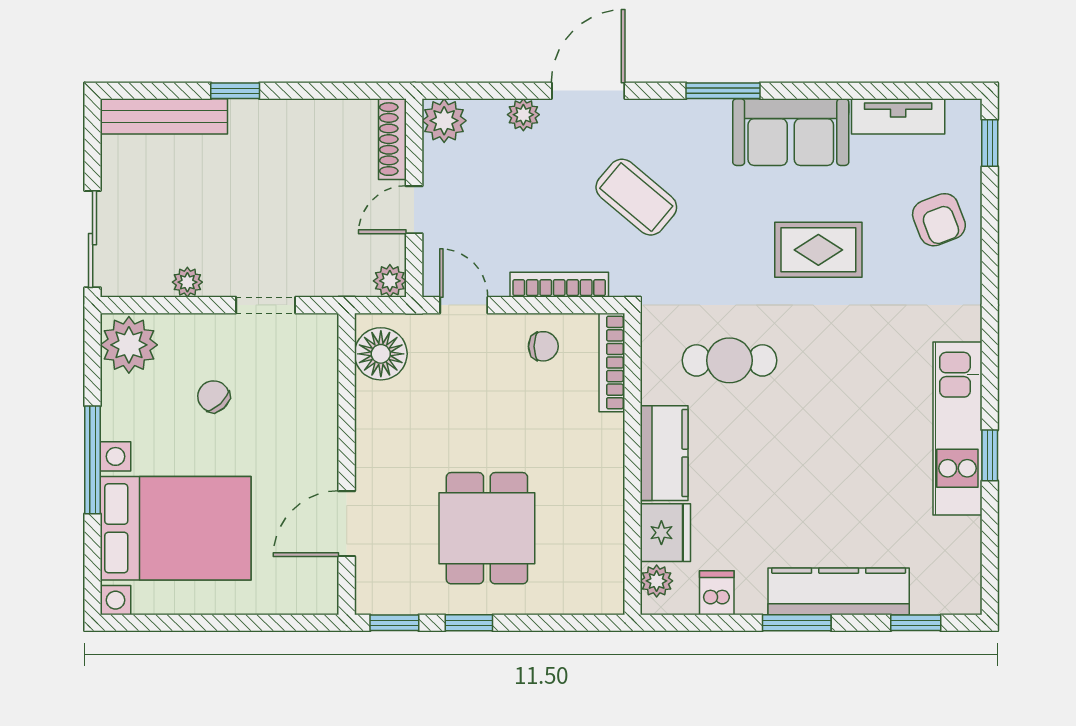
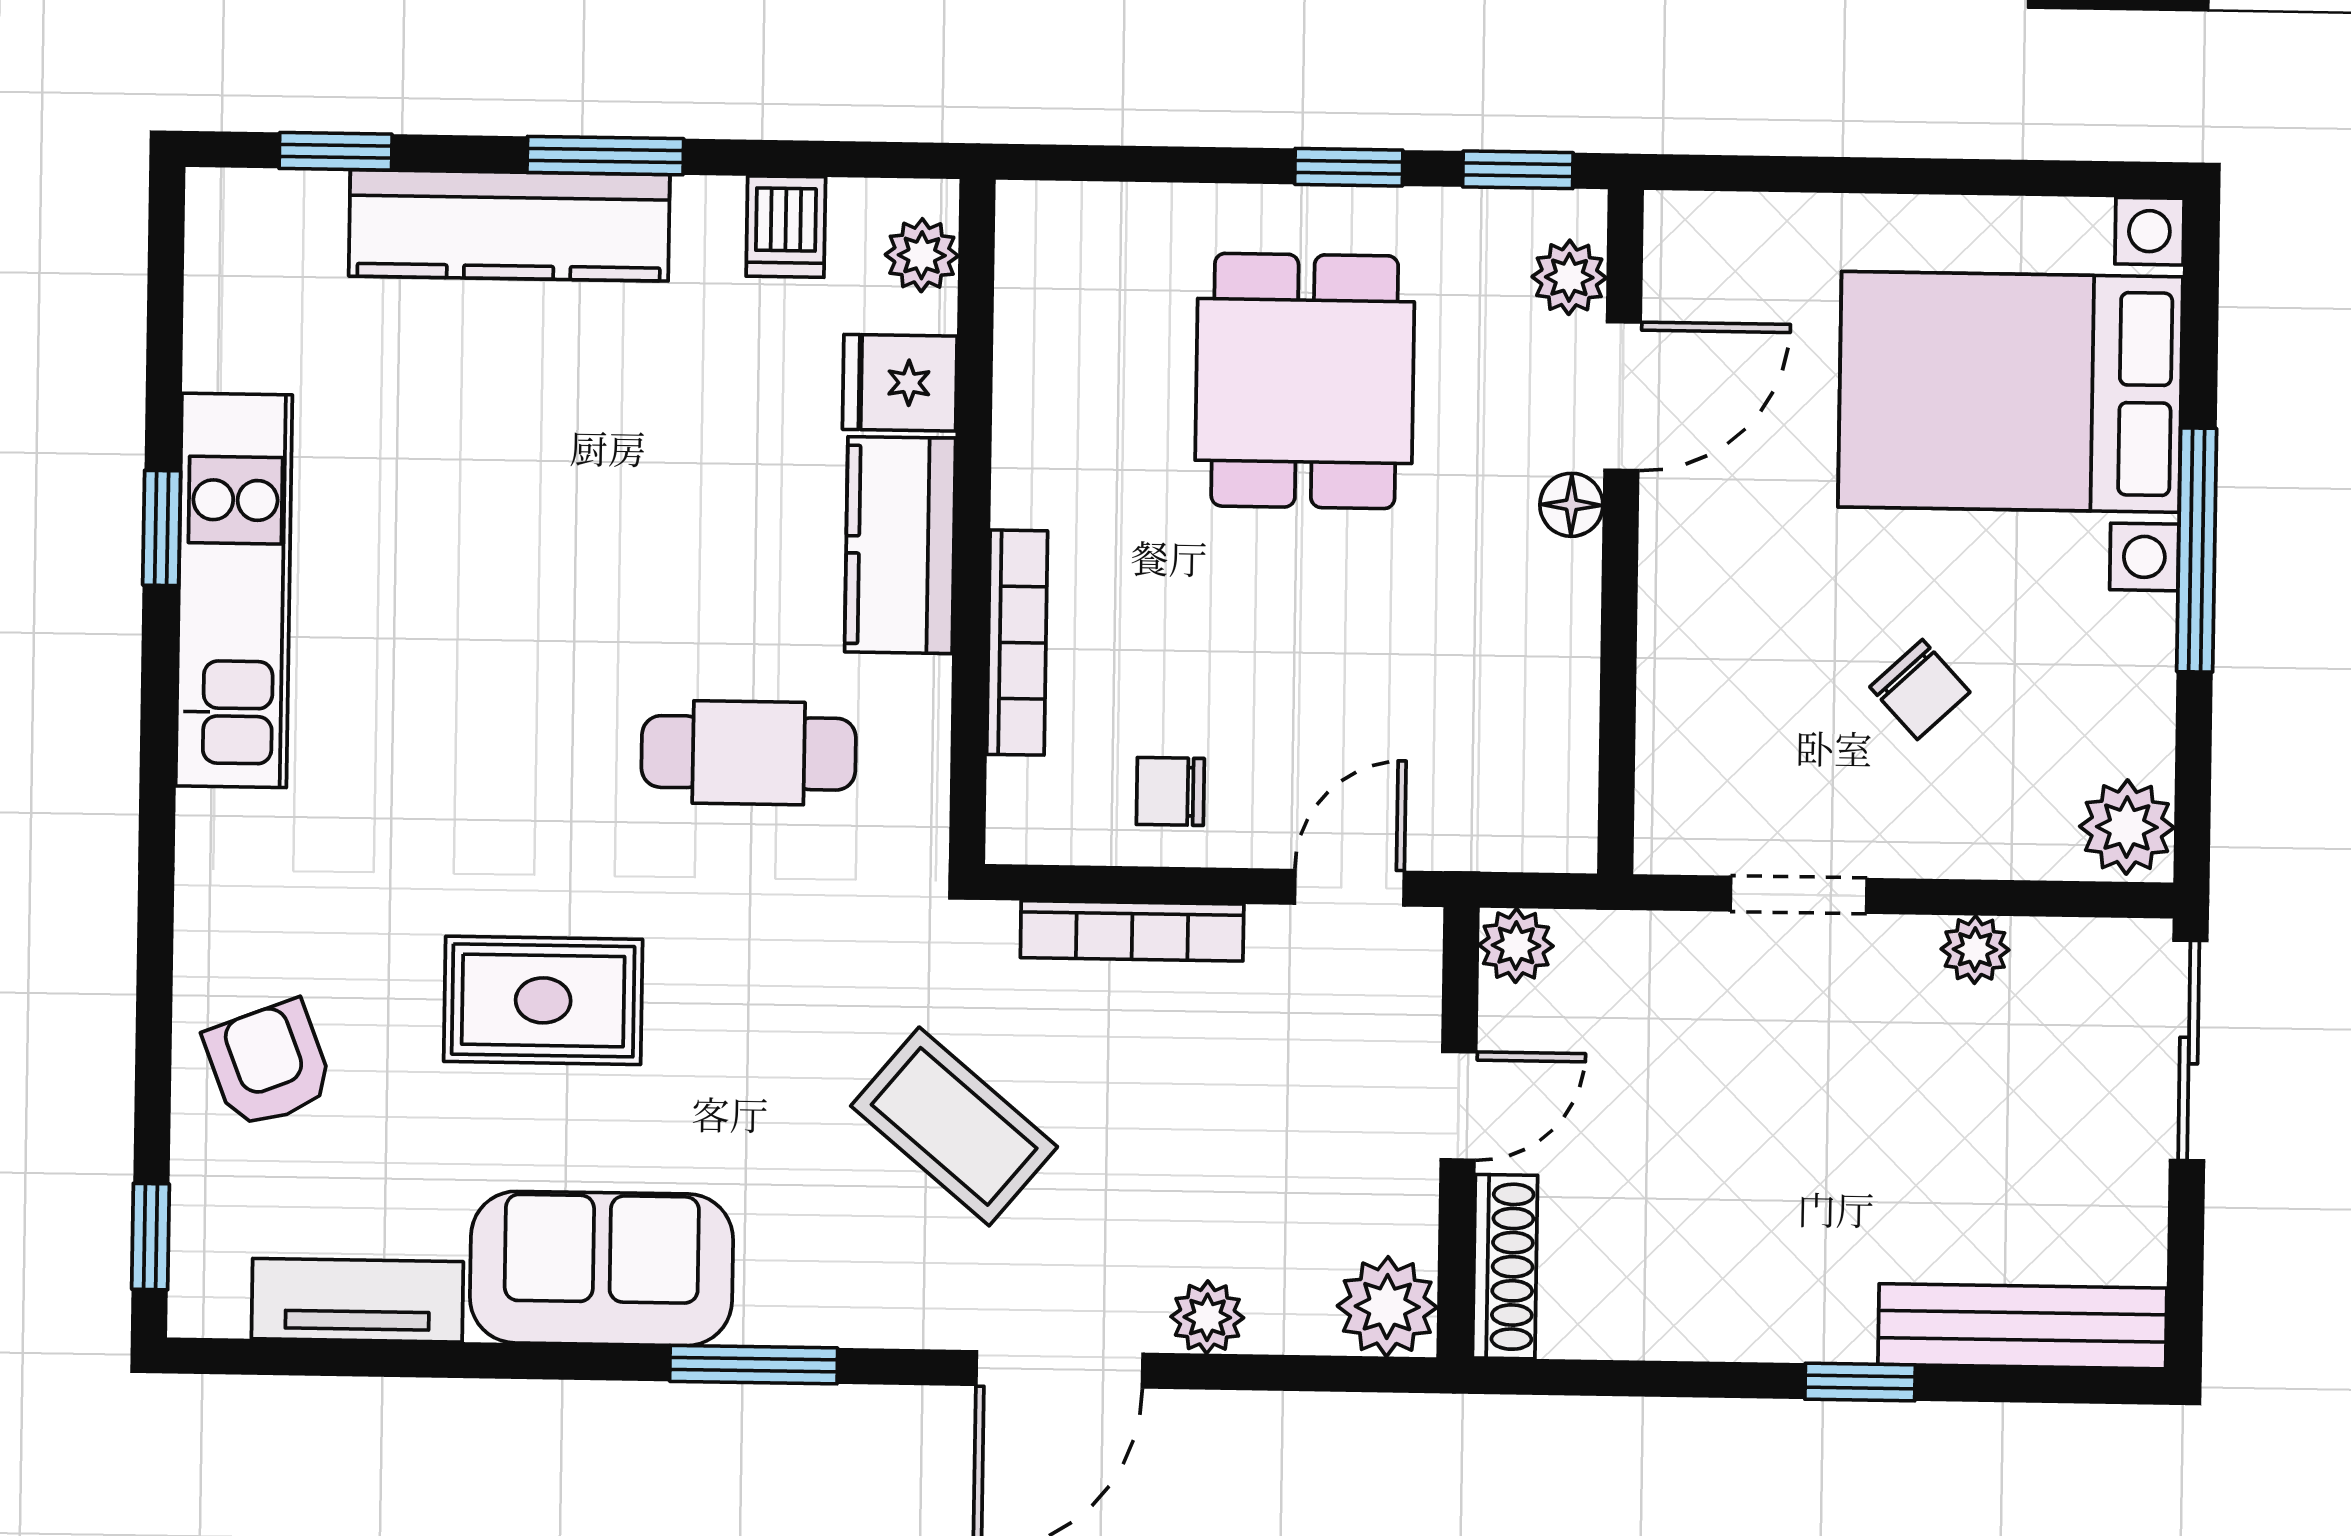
door: (464, 305) -> (1349, 888), swing flipped
plant: (129, 345) -> (2127, 827), width x0.73, depth x0.73
floor lamp: (381, 354) -> (1571, 505), moved, width x0.53, depth x0.53
bookcase: (612, 363) -> (1017, 643), moved
fridge: (665, 533) -> (900, 383), width x0.72
plant: (371, 576) -> (1569, 277), added

